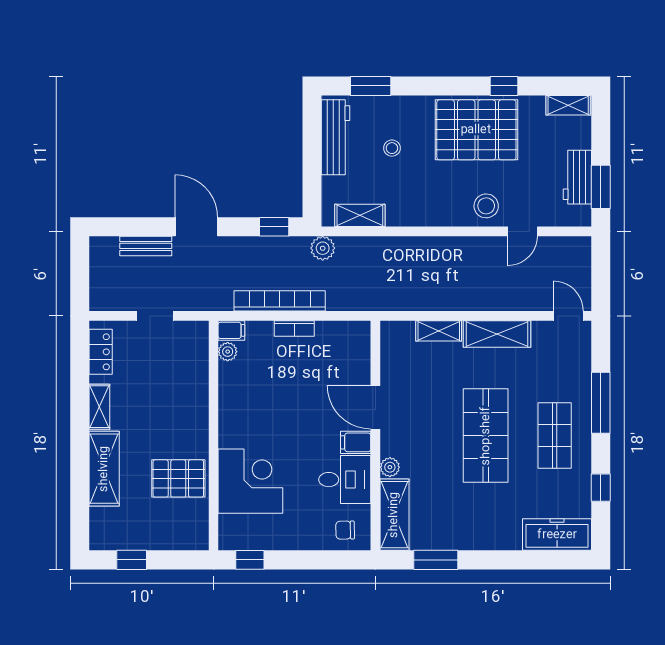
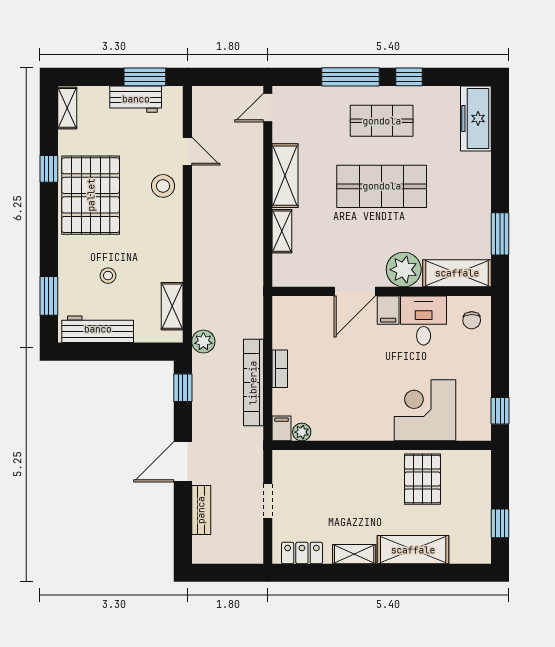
plant: (390, 467) -> (404, 270), width x1.88, depth x1.88
window: (601, 488) -> (409, 77), moved

